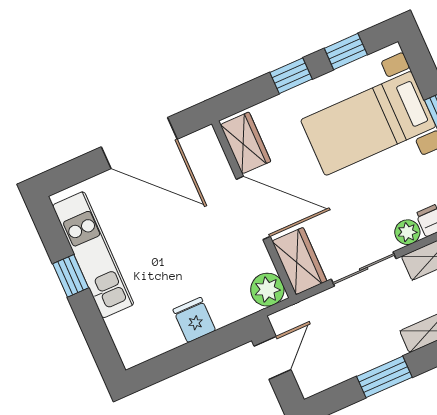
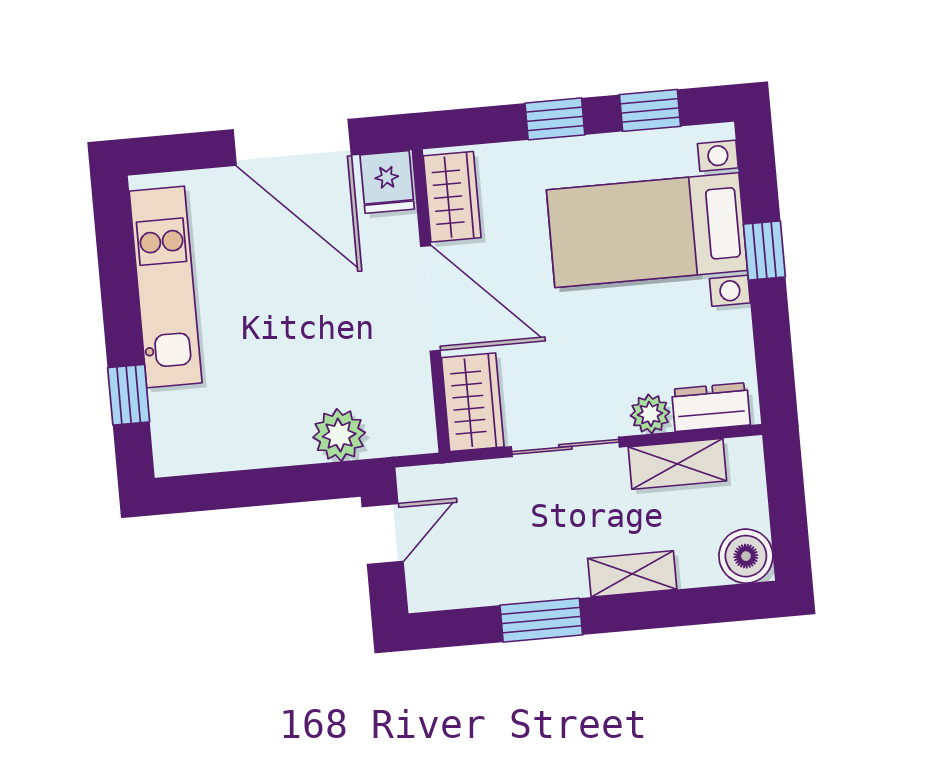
window: (71, 276) -> (129, 395), moved
plant: (267, 290) -> (339, 435), moved
fridge: (194, 320) -> (387, 182), moved, turned 180

